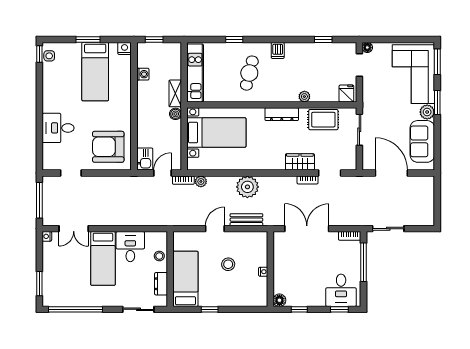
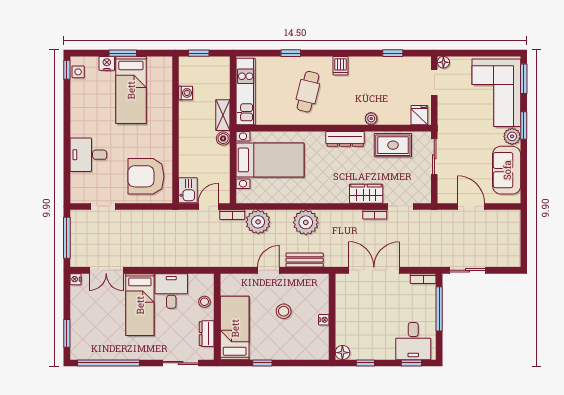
nightstand: (125, 48) -> (107, 63), moved
door: (391, 173) -> (471, 206), width x0.73
plant: (201, 181) -> (258, 222), width x1.88, depth x1.88

